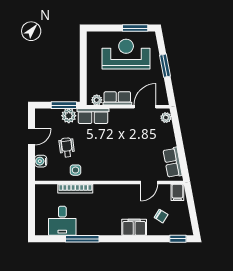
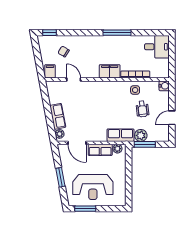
door: (145, 107) -> (77, 143), hinge flipped
water cooler: (41, 161) -> (164, 86), moved
row of seats: (173, 162) -> (58, 116), moved
door: (149, 183) -> (74, 80), hinge flipped
desk: (62, 221) -> (157, 47), moved, turned 90
filing cabinet: (134, 227) -> (110, 71), moved, turned 180
window: (82, 239) -> (117, 33), moved

